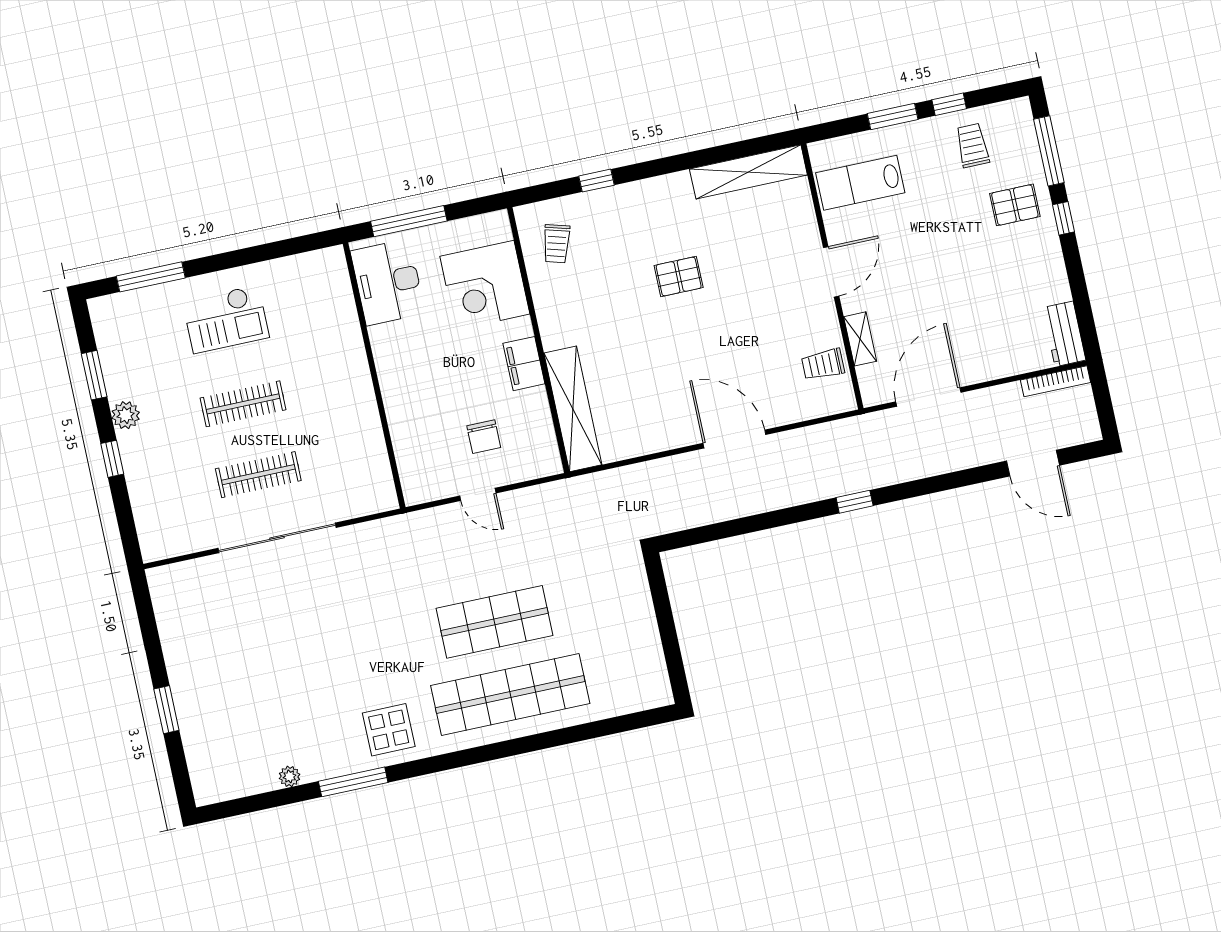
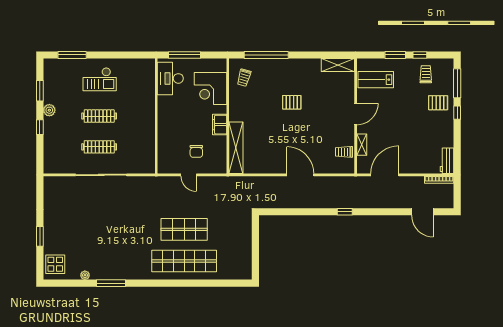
shelving: (748, 172) -> (338, 65), width x0.68
window: (597, 181) -> (266, 55), width x3.17
display table: (389, 730) -> (55, 264), moved

